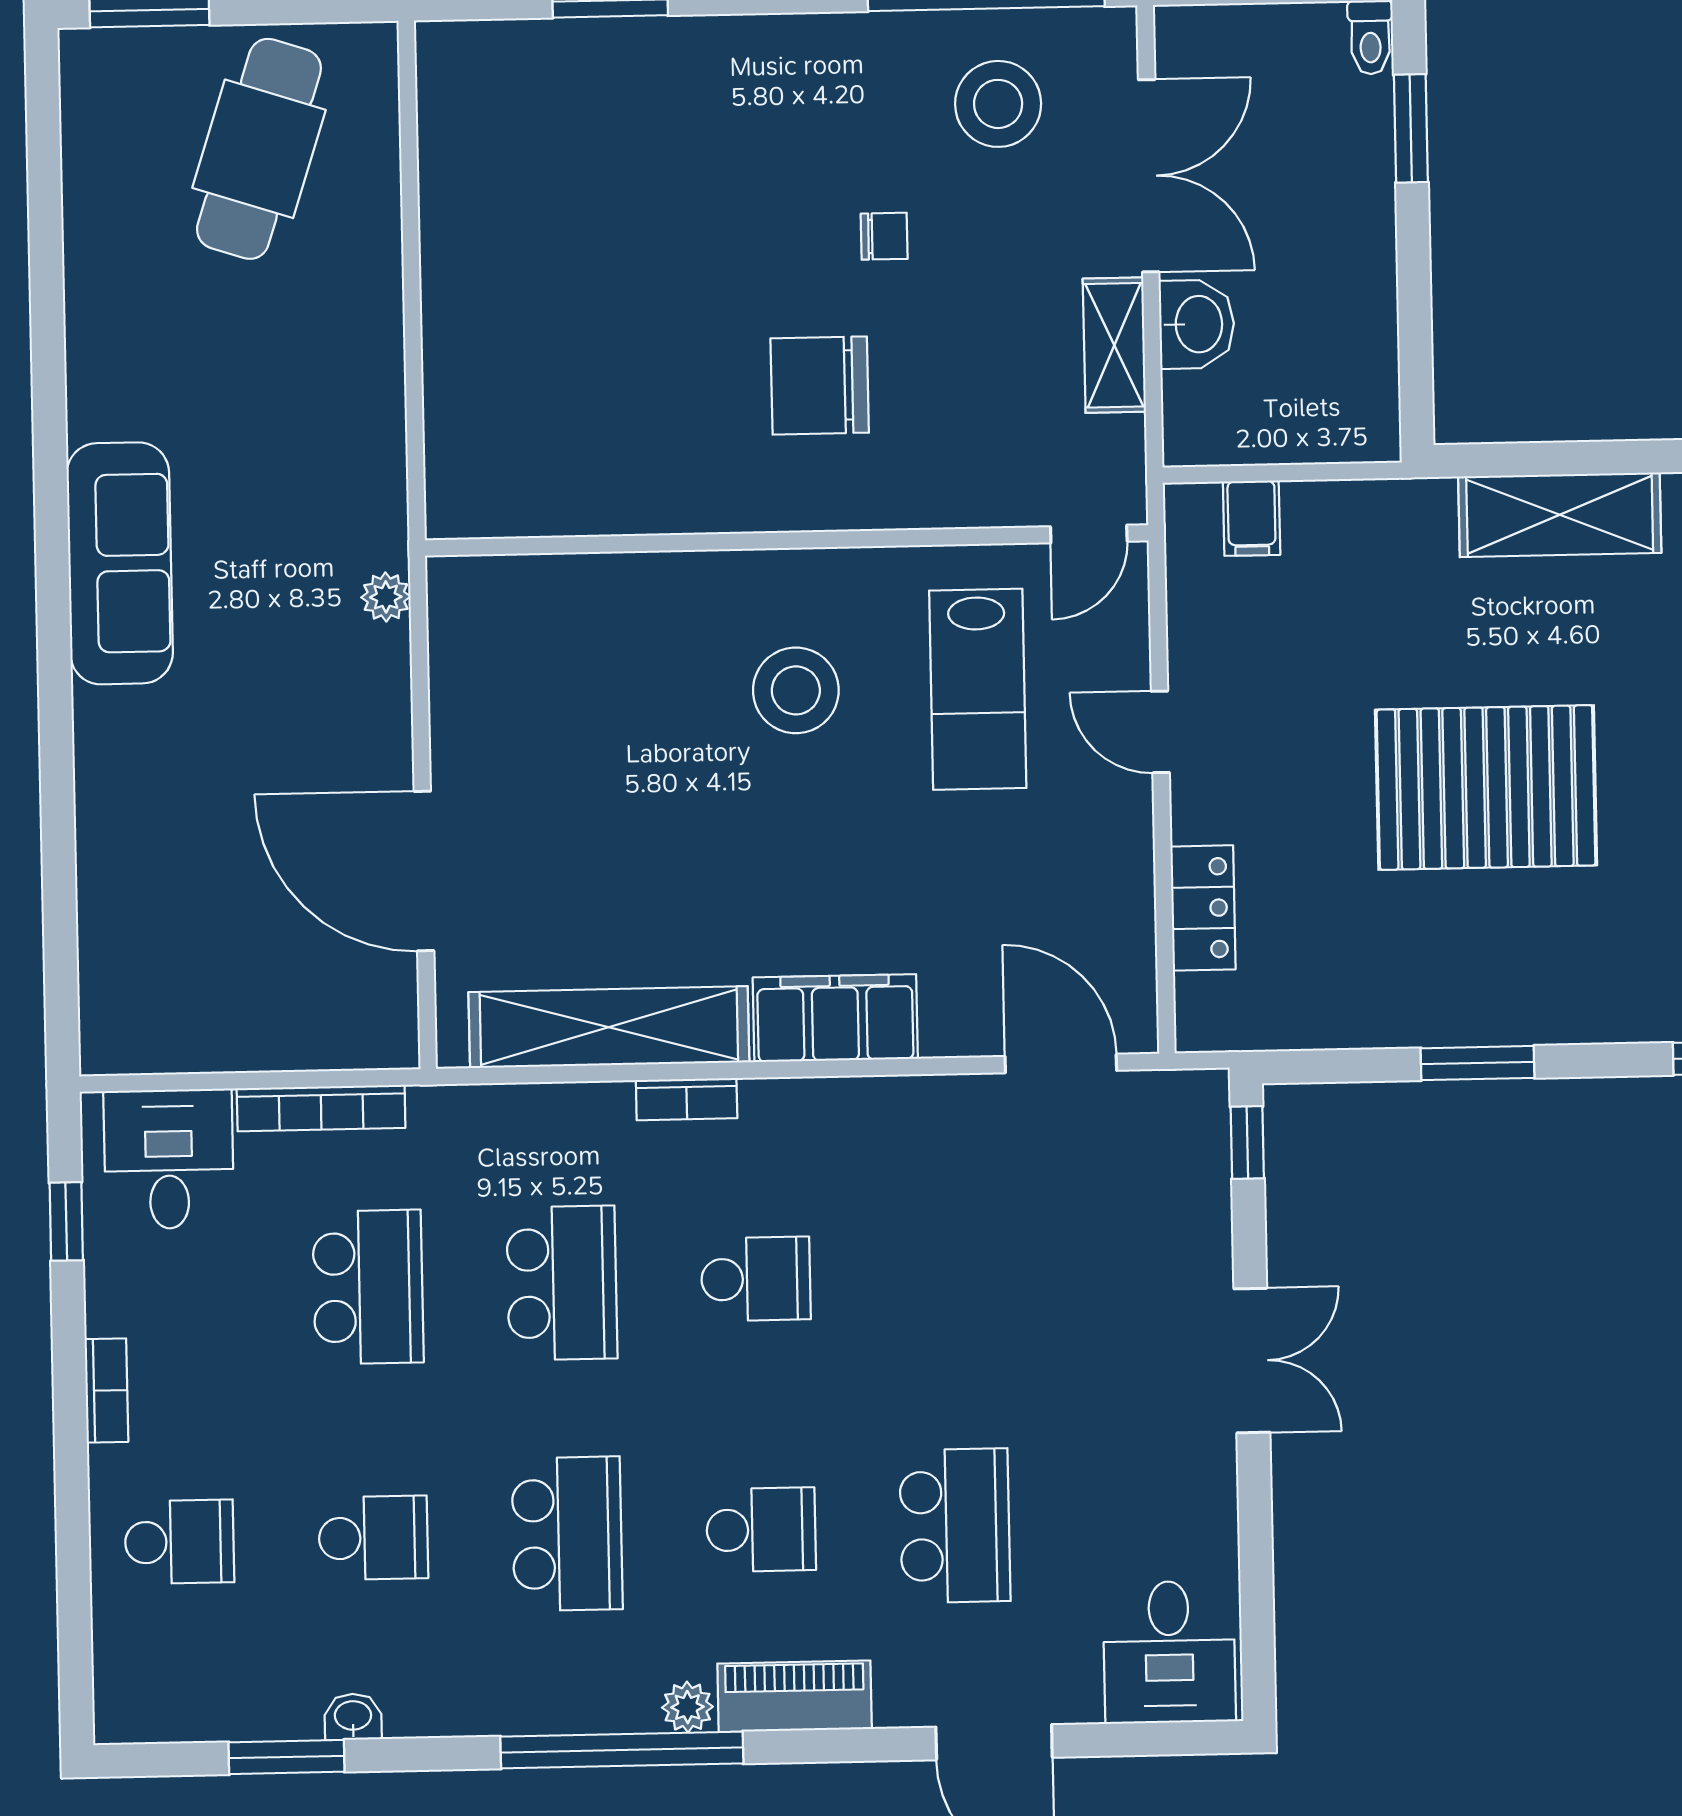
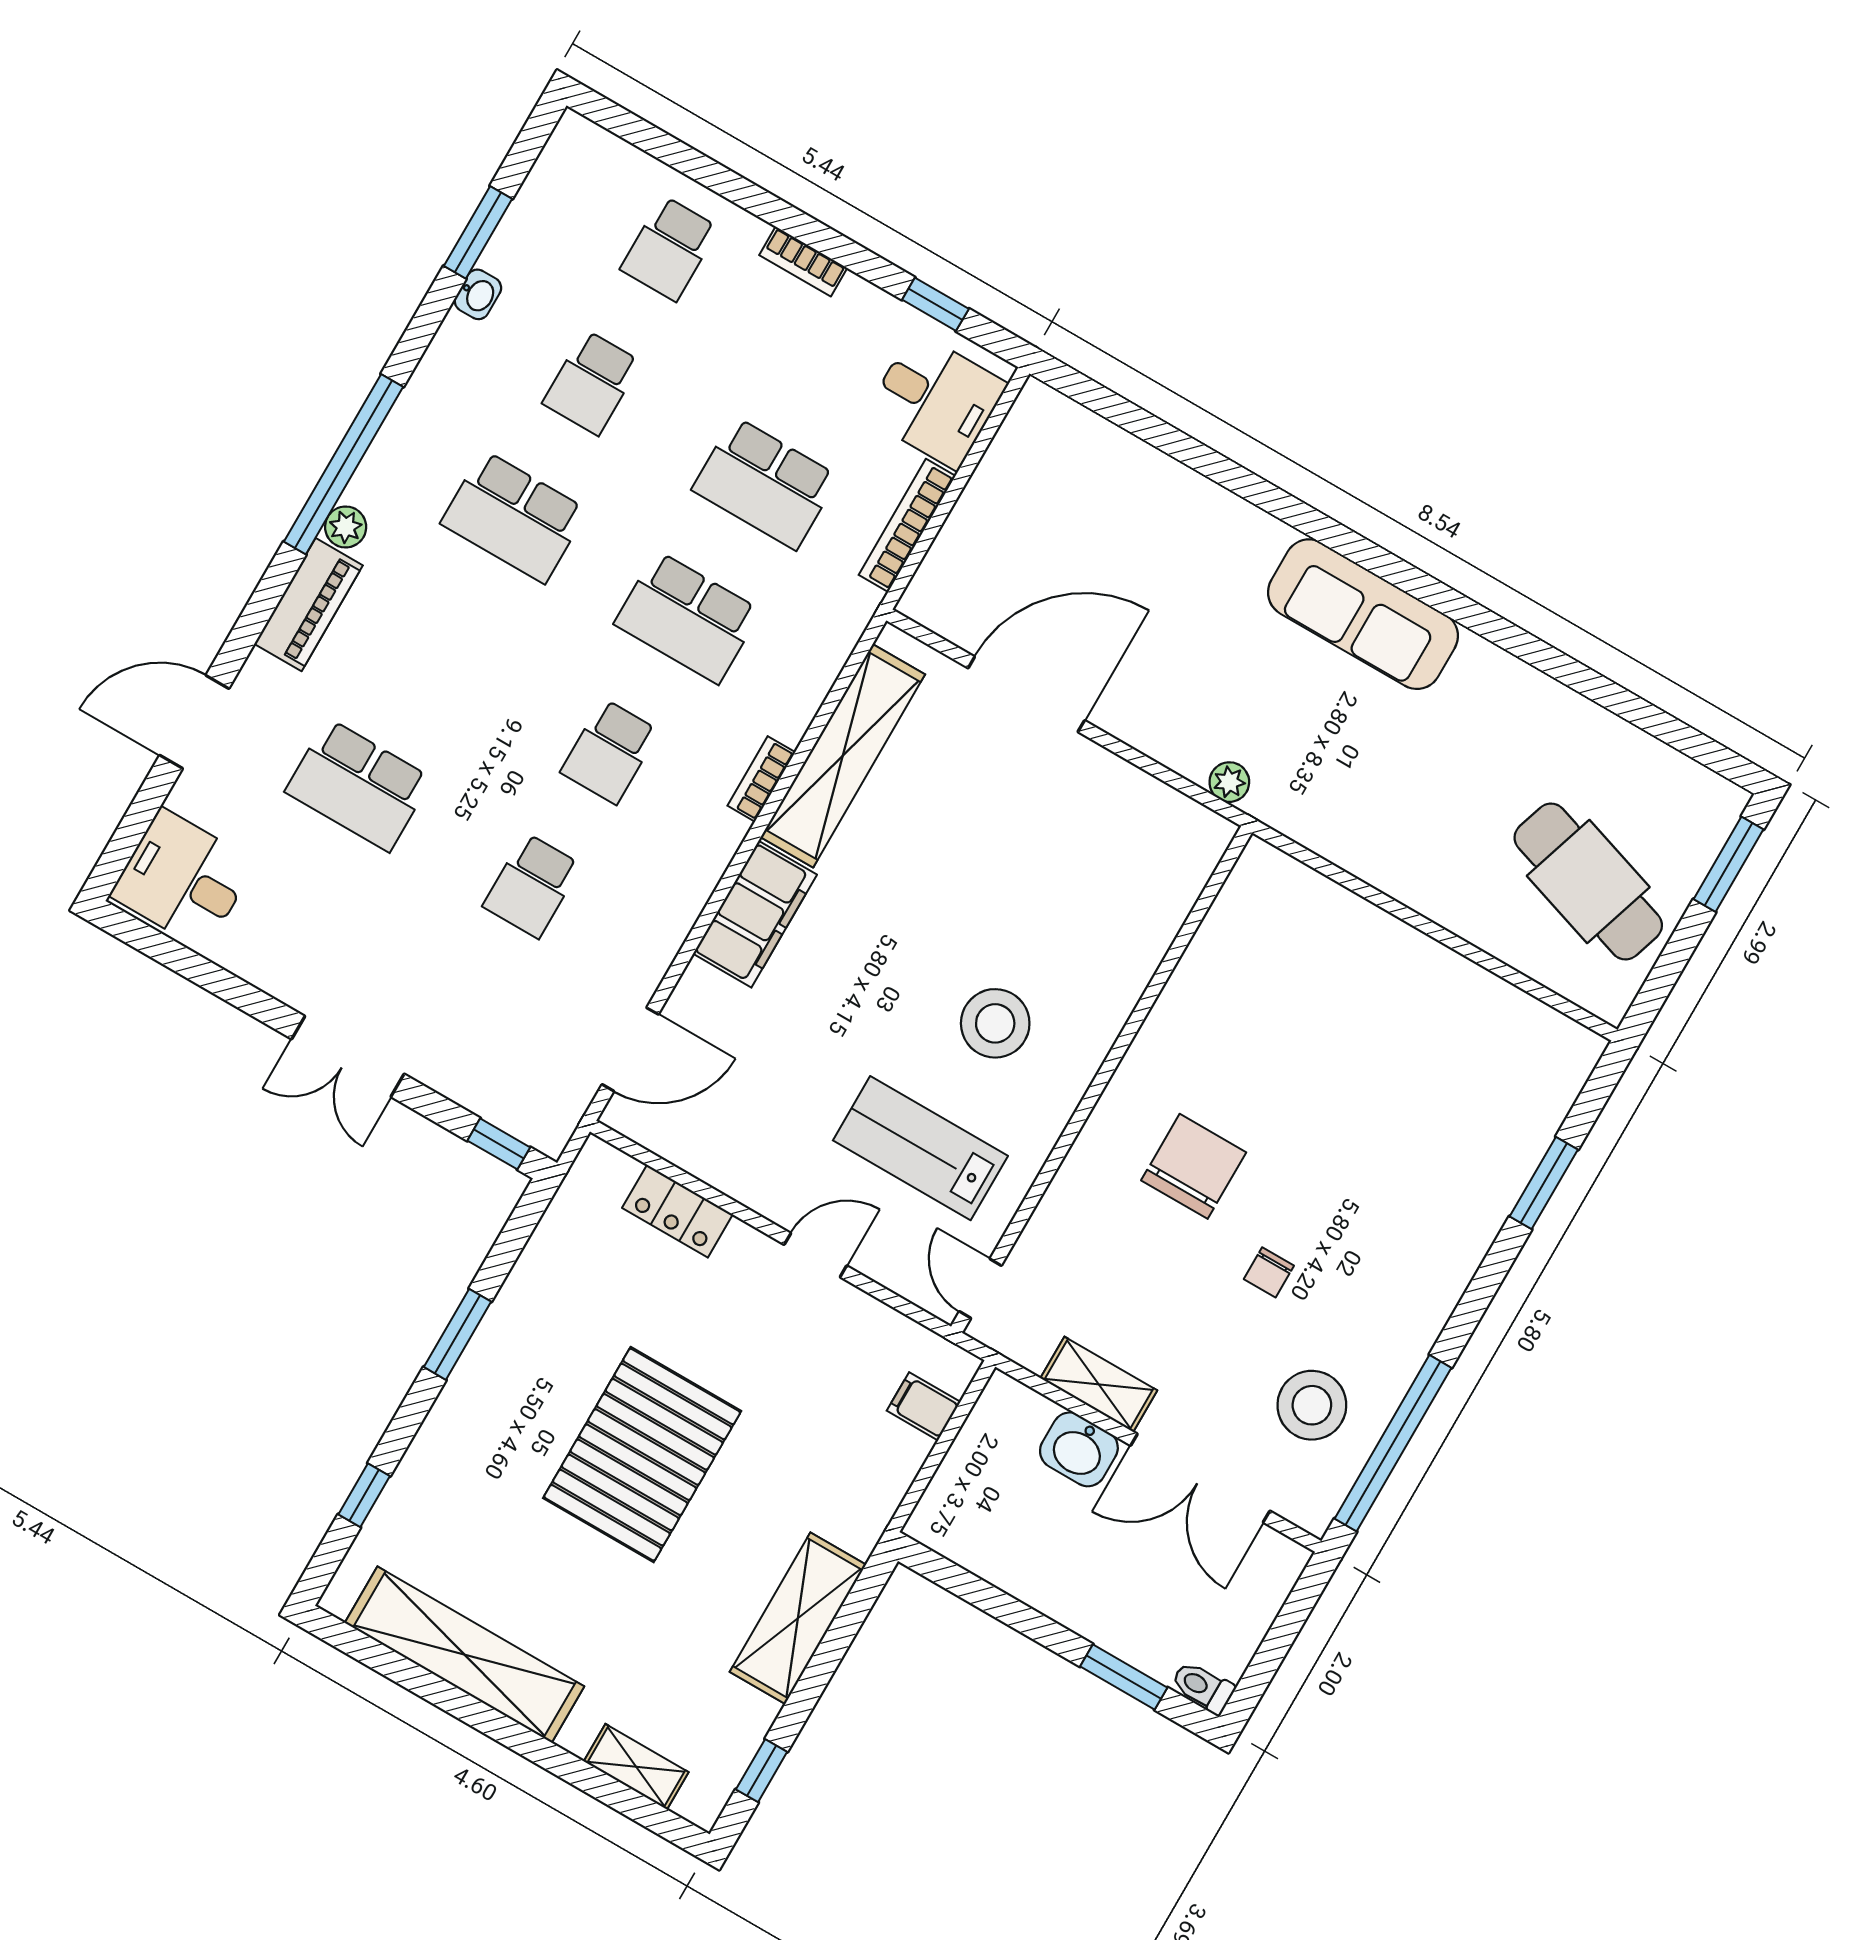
school desk: (761, 1530) -> (532, 886), moved

